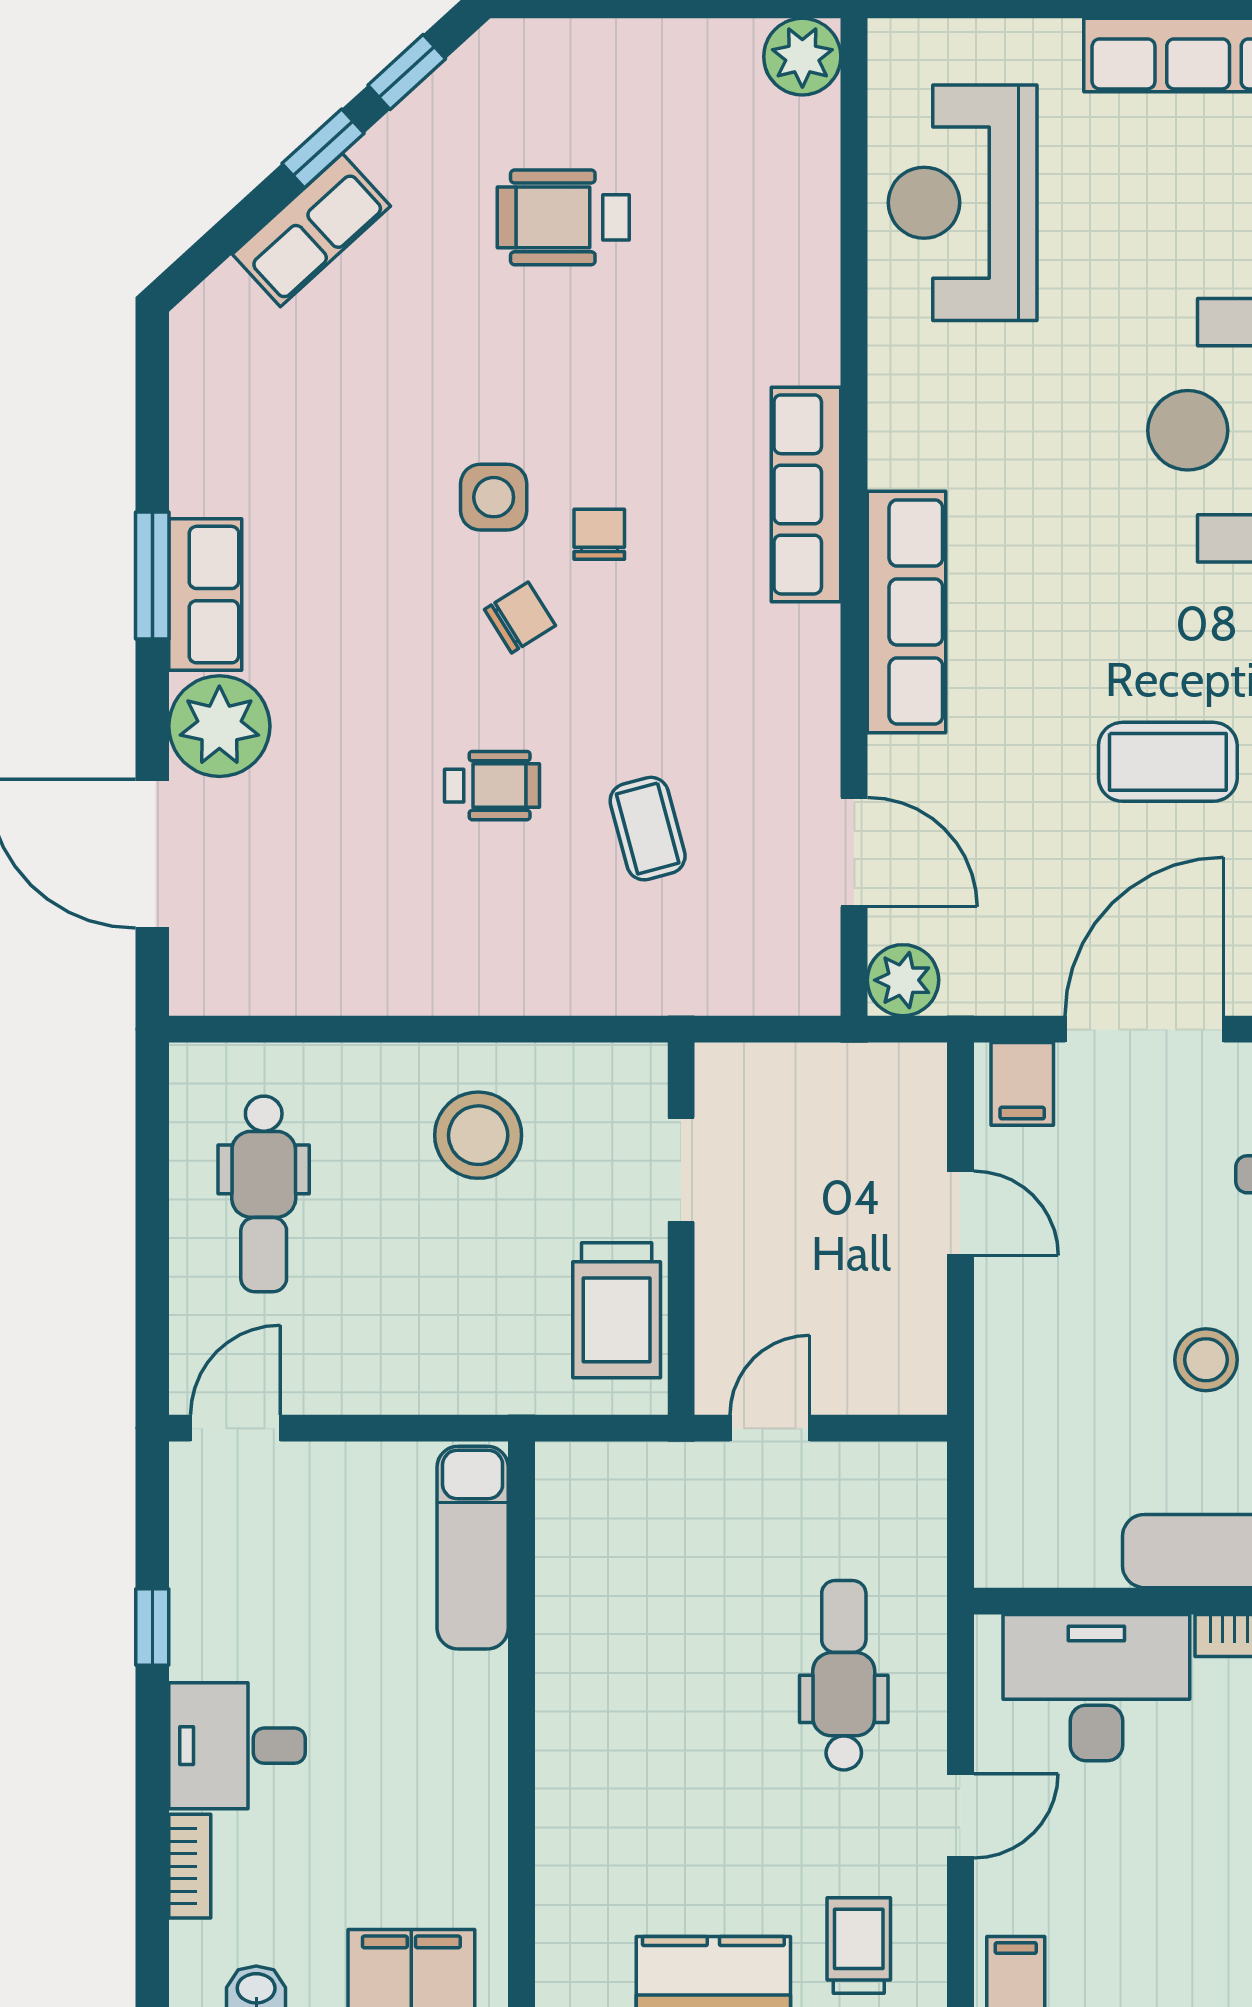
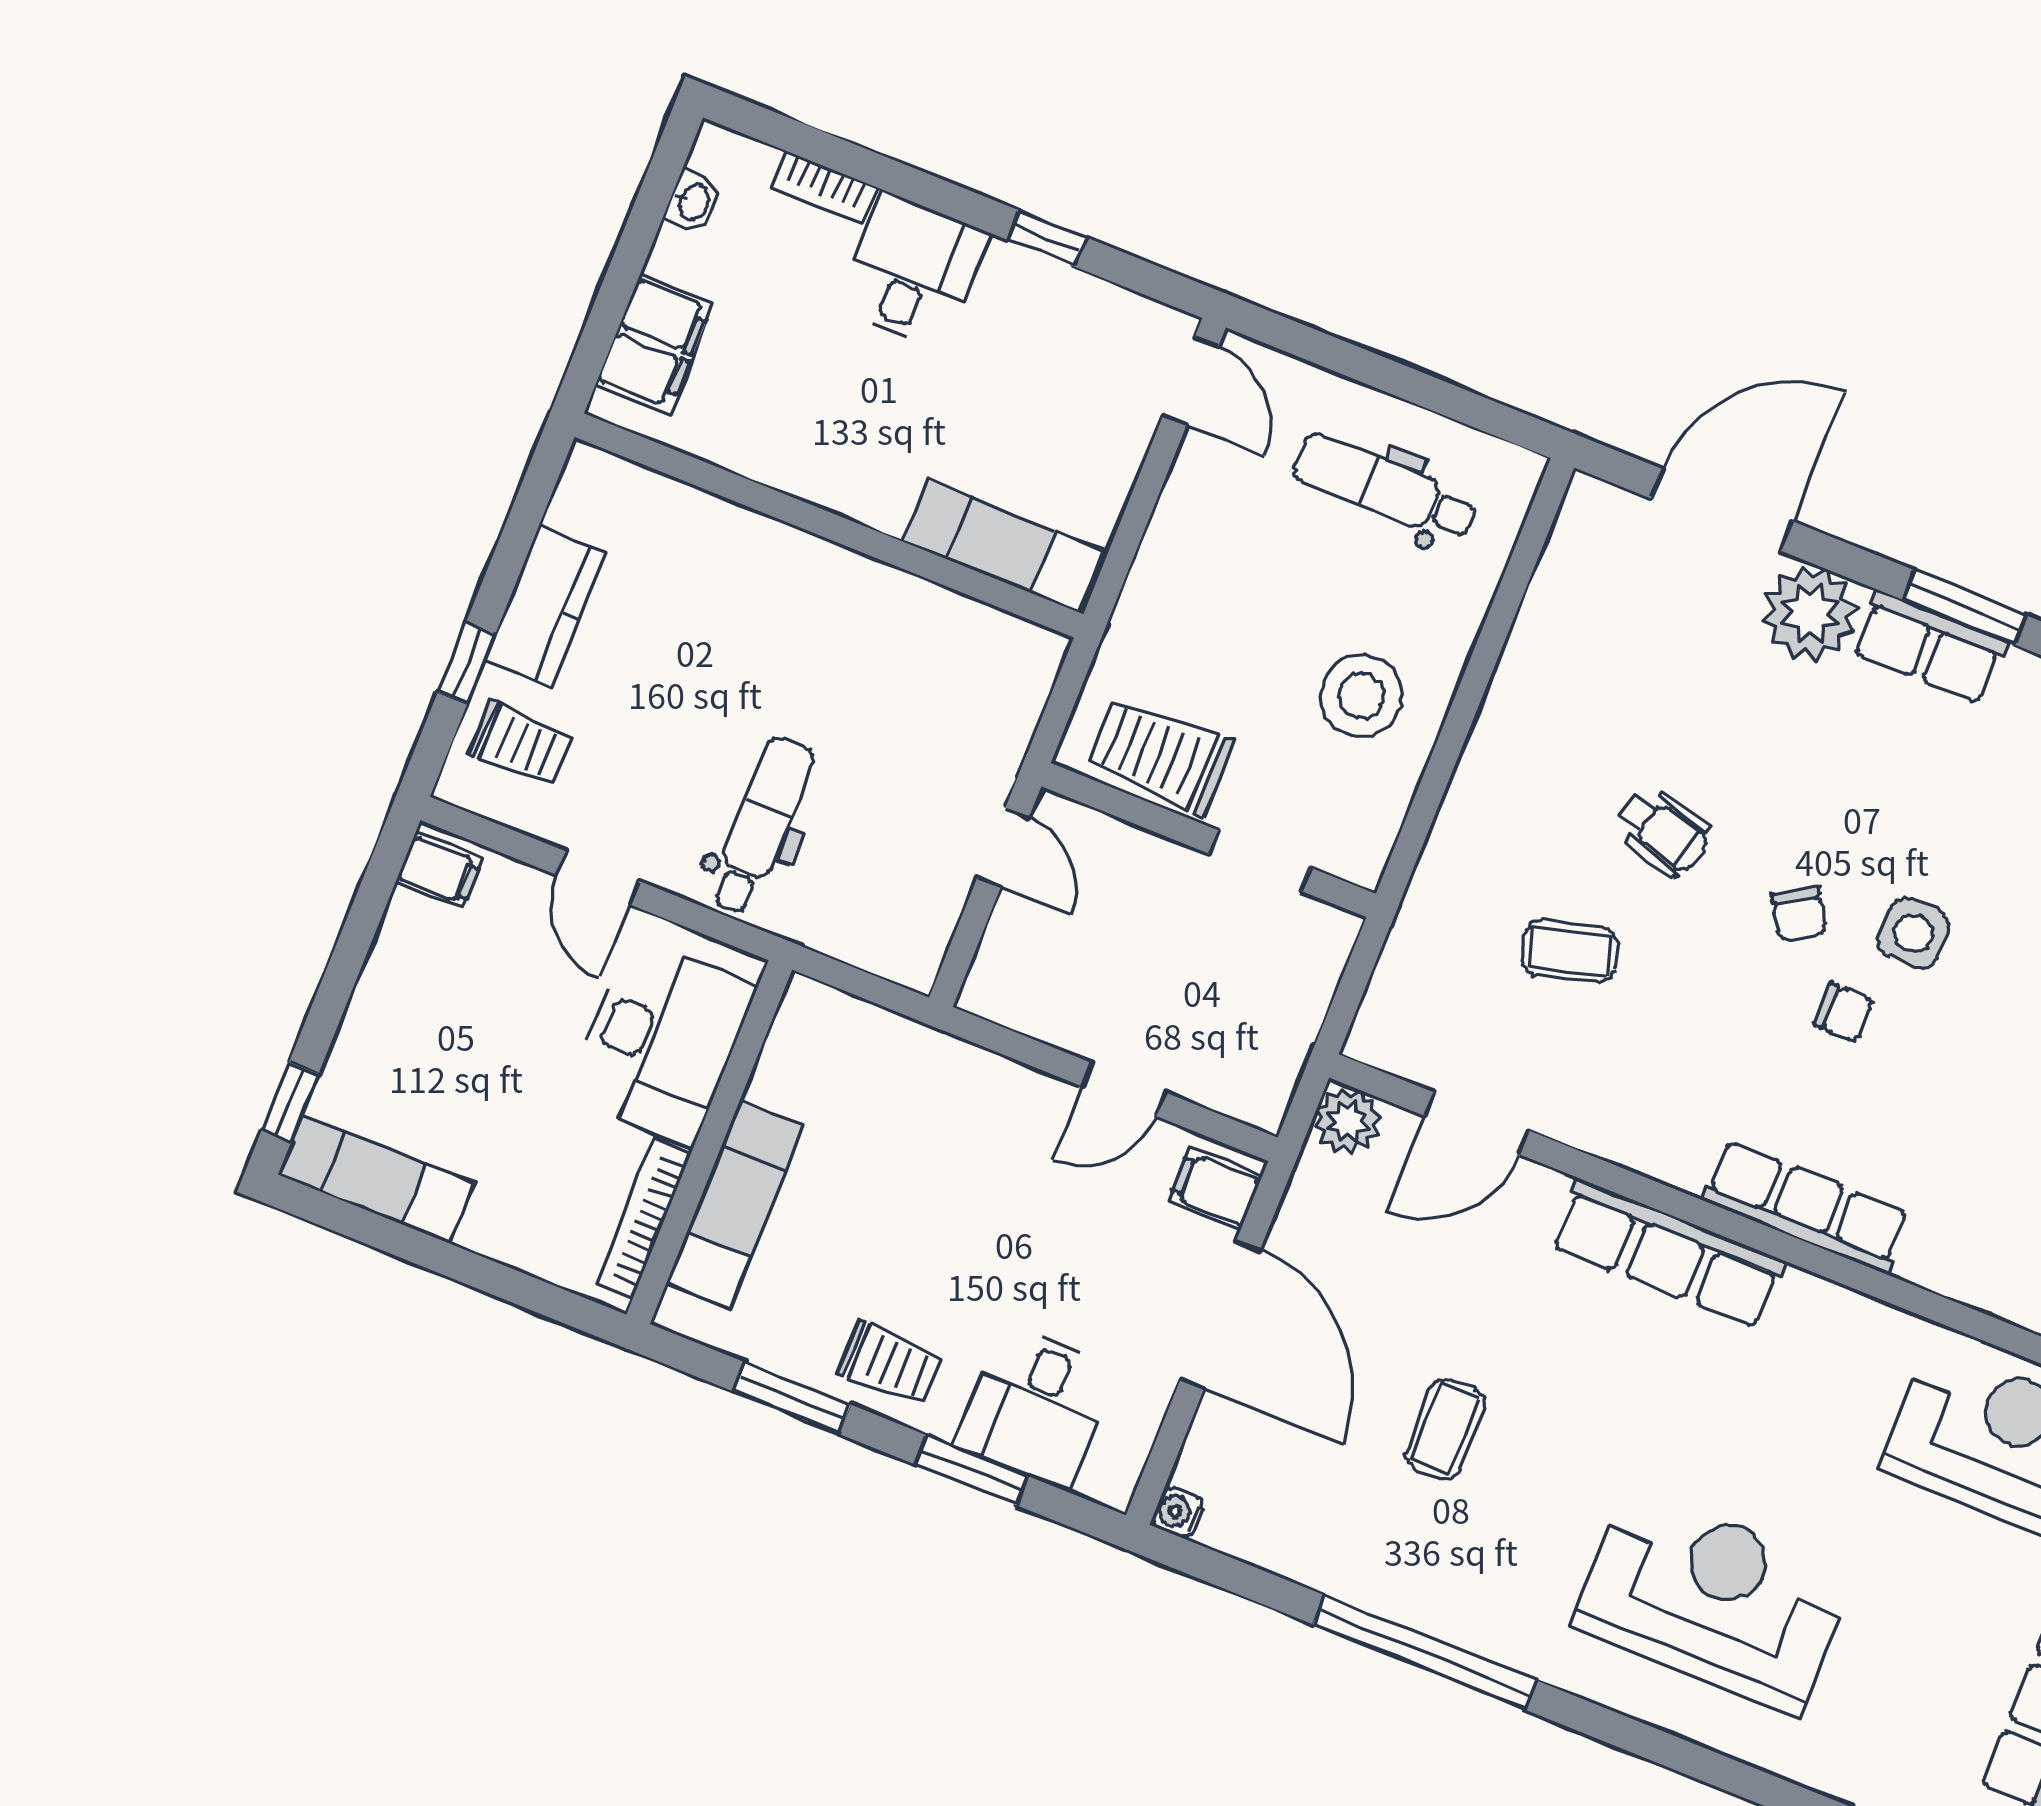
coffee table: (1168, 762) -> (1445, 1429), width x0.73, depth x0.77
wheelchair: (492, 786) -> (1662, 830), turned -75
stool: (1206, 1360) -> (910, 1252), removed
dental chair: (844, 1675) -> (761, 825), turned -90

